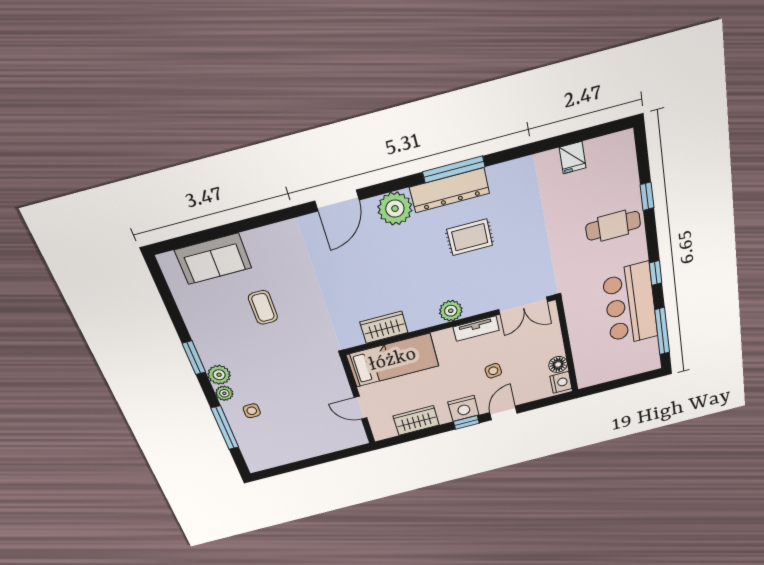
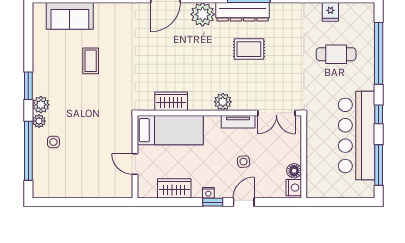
window: (647, 196) -> (379, 53), width x3.17
cafe table: (613, 226) -> (336, 54), moved
bar counter: (630, 305) -> (357, 135), width x1.36
nightstand: (463, 408) -> (208, 193), width x0.53, depth x0.56
window: (225, 428) -> (28, 151), width x1.46

